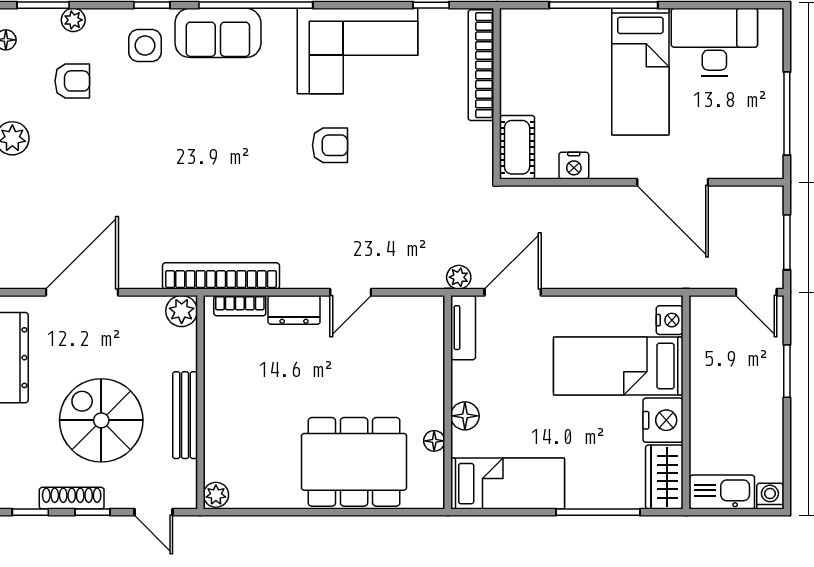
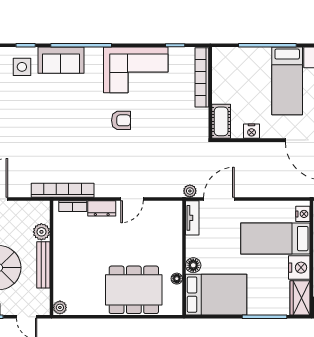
plant: (182, 311) -> (41, 232), moved
bed: (508, 484) -> (216, 295), width x1.50

